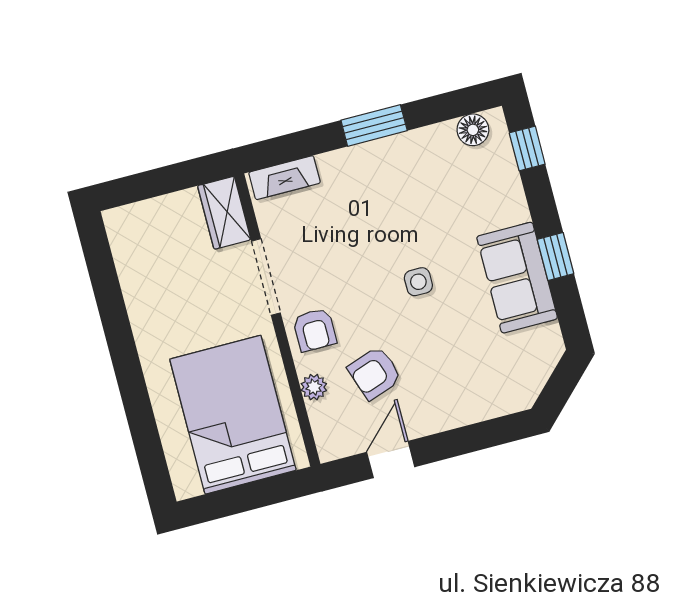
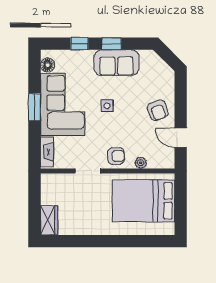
window: (527, 148) -> (79, 44), moved
corner sofa: (396, 185) -> (63, 104), added
wardrobe: (224, 213) -> (49, 220), moved, turned -90
doorway: (266, 277) -> (88, 171), width x0.73
armchair: (375, 373) -> (158, 110), moved

